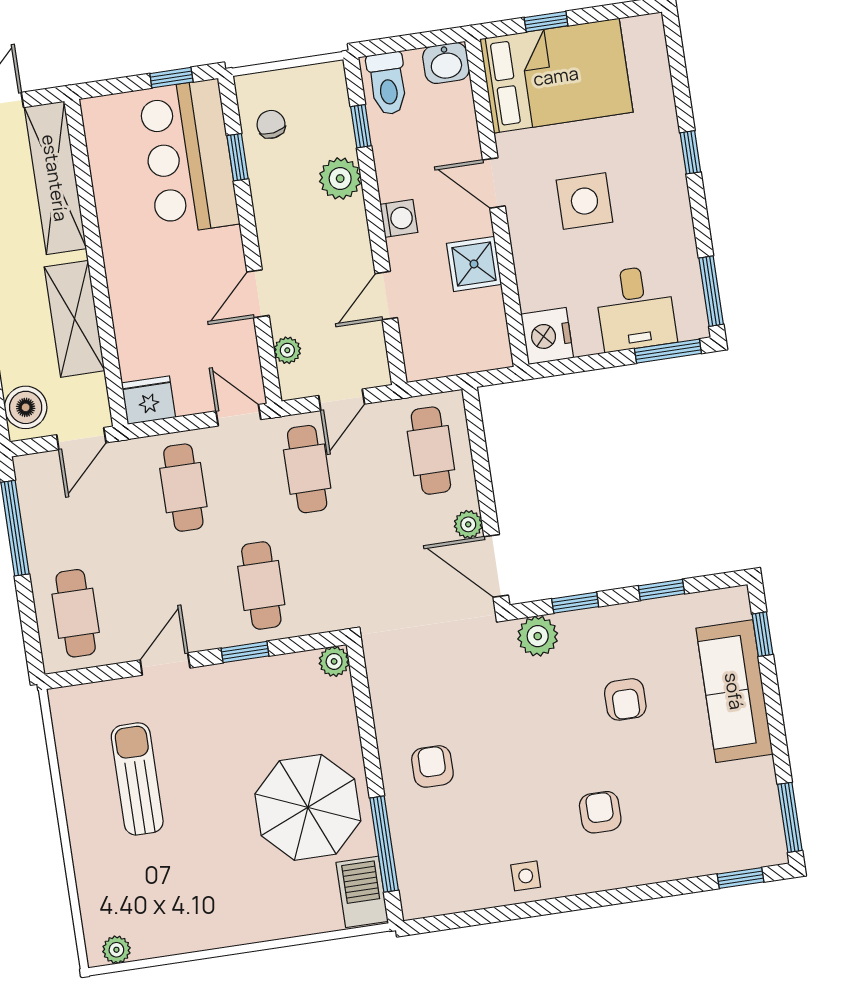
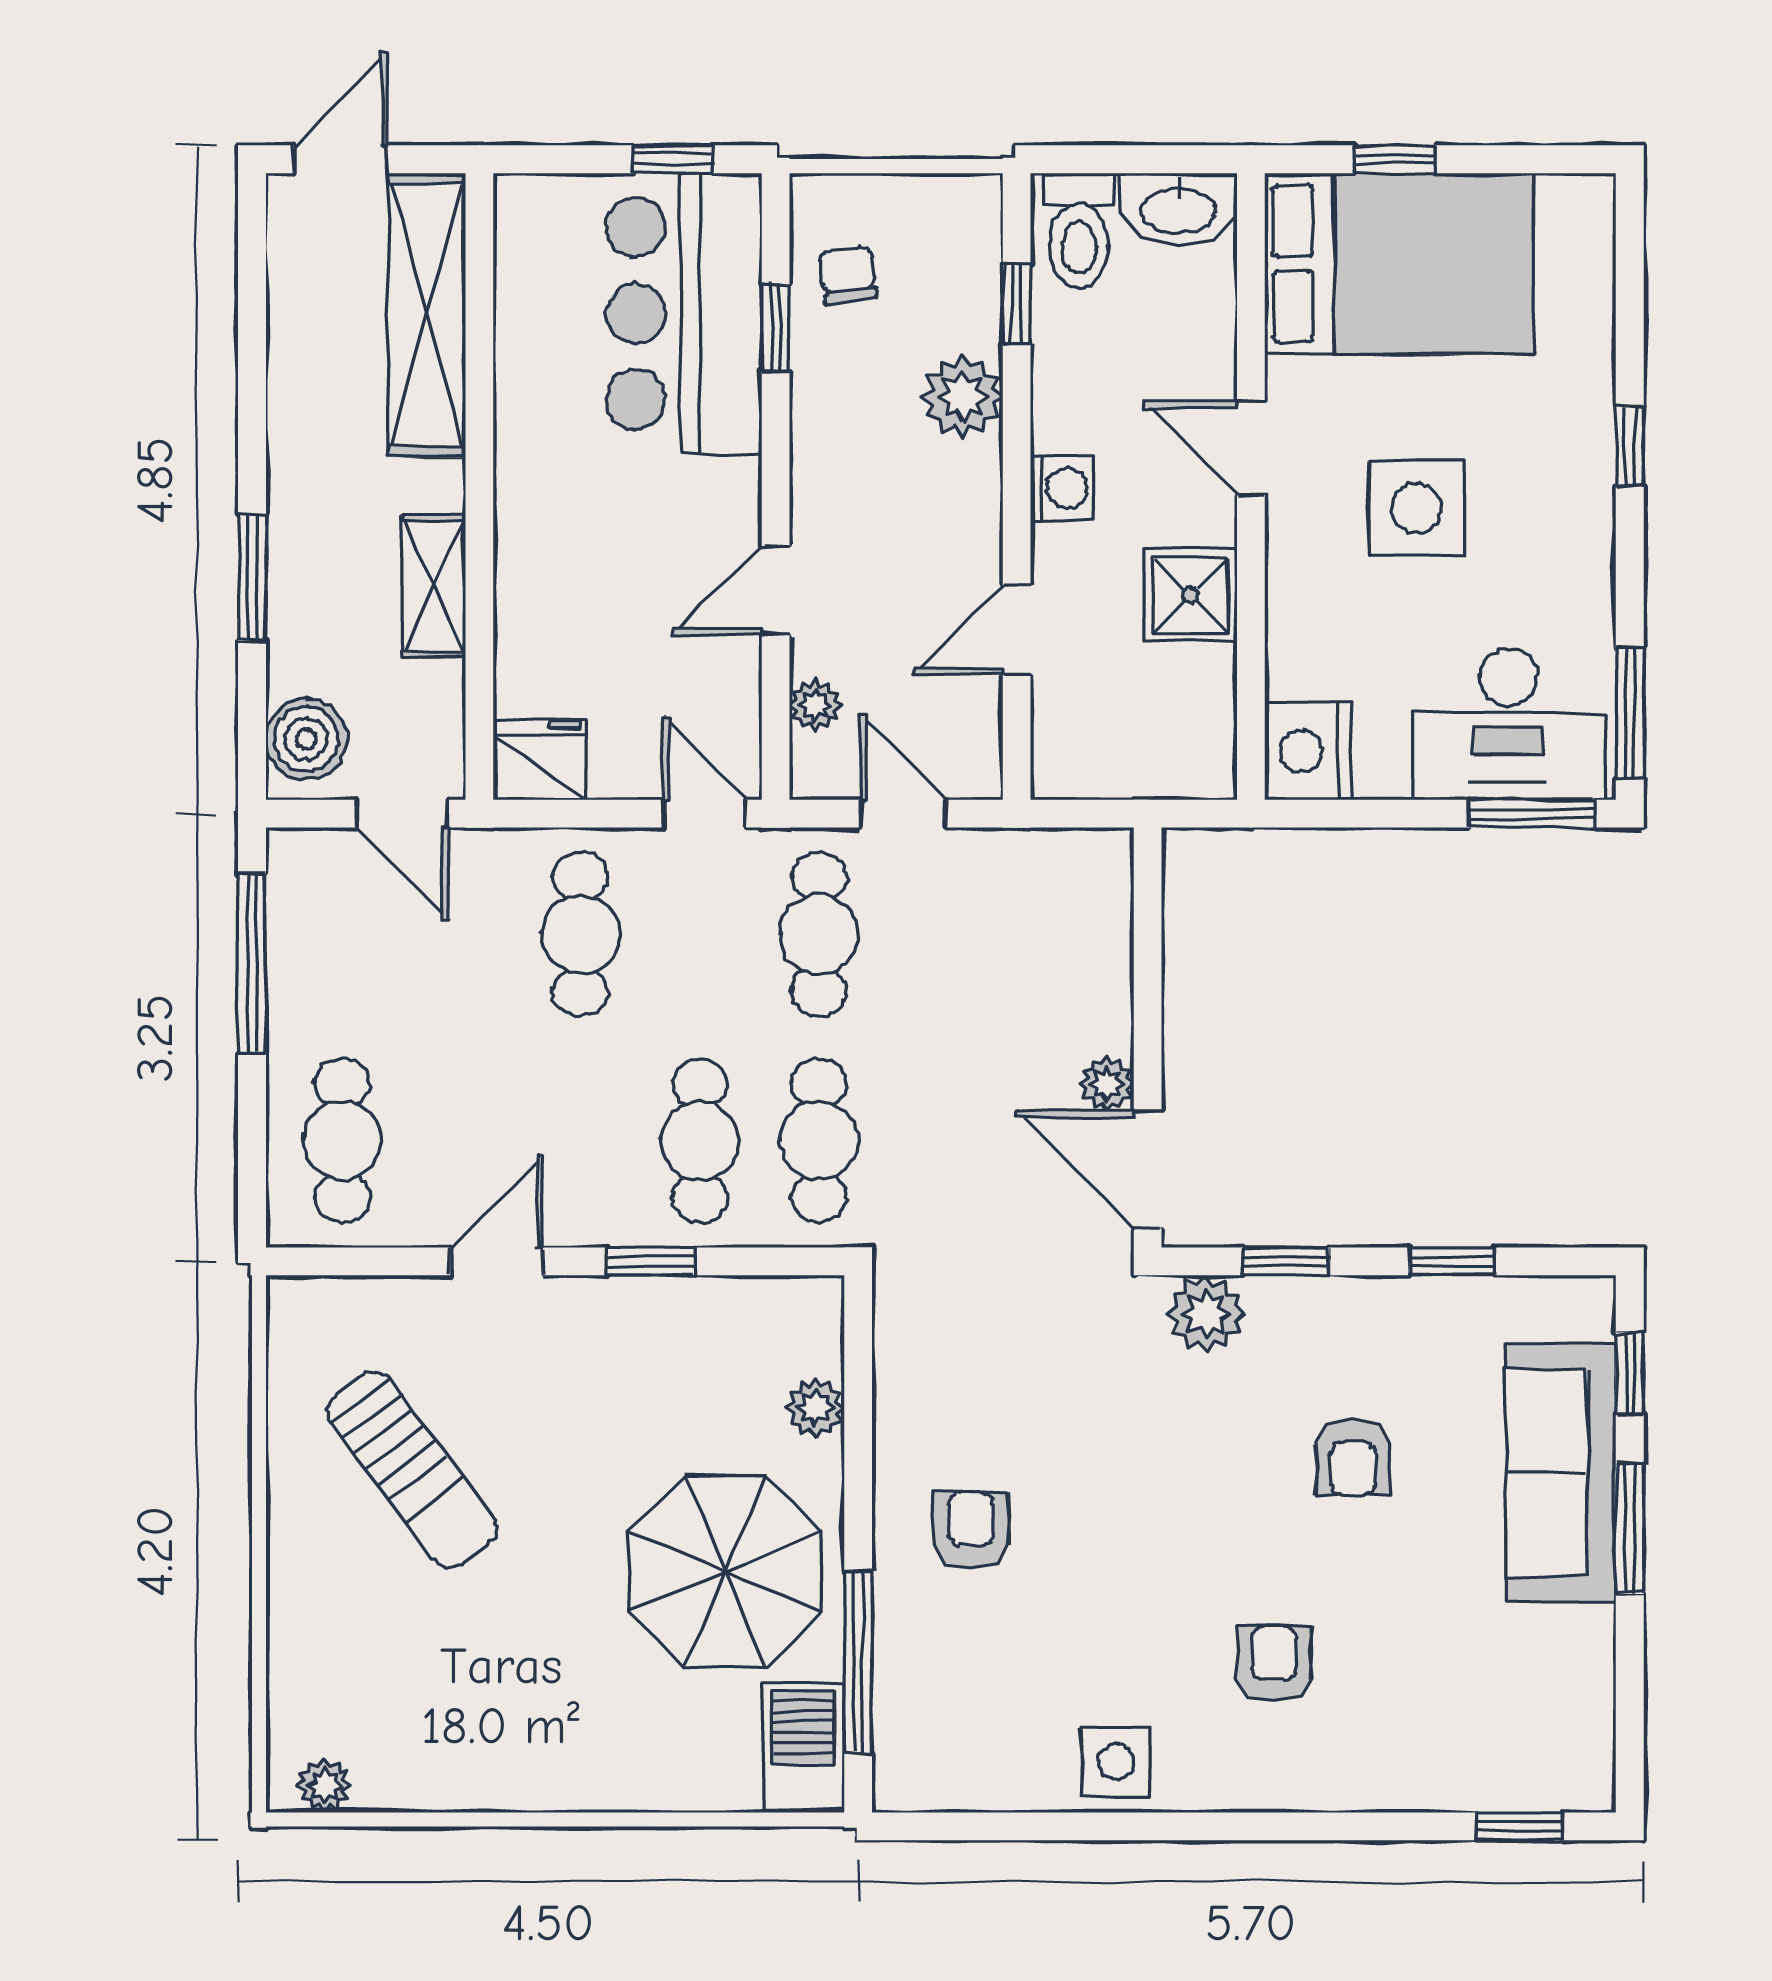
washbasin: (446, 63) -> (1178, 209), width x1.38
desk: (635, 308) -> (1509, 724), width x1.37
shelving: (74, 319) -> (434, 586), width x0.67, depth x0.75
door: (342, 400) -> (903, 814), swing flipped
door: (81, 439) -> (402, 814), hinge flipped
cafe table: (431, 451) -> (819, 1141), moved
plant: (334, 661) -> (815, 1408), moved
sun lounger: (137, 779) -> (412, 1470), turned 143
window: (790, 817) -> (1630, 1528), moved
side table: (526, 876) -> (1116, 1762), width x1.37, depth x1.37

